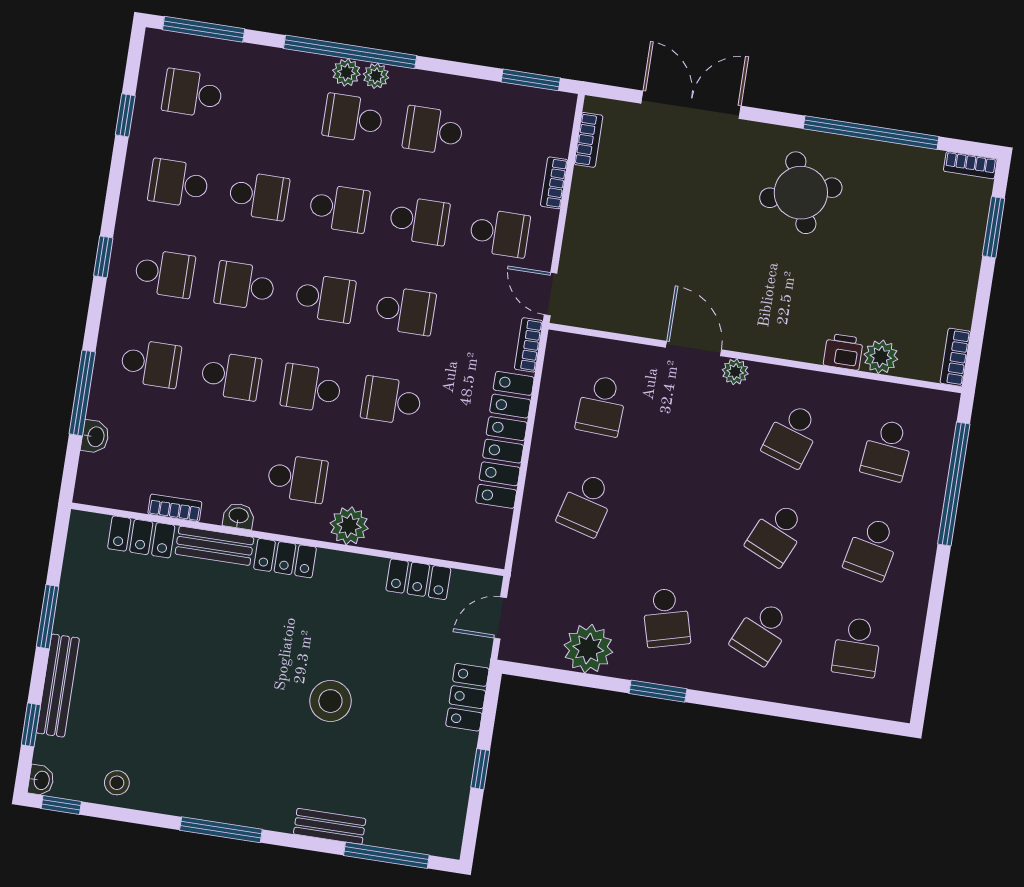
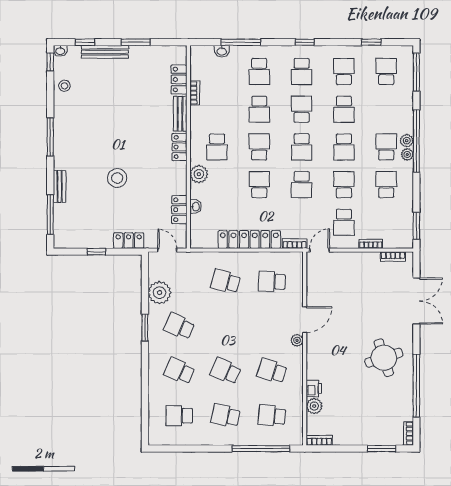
school desk: (419, 221) -> (344, 185), turned 180
washbasin: (239, 516) -> (195, 207), moved
school desk: (666, 618) -> (179, 326), turned 39

